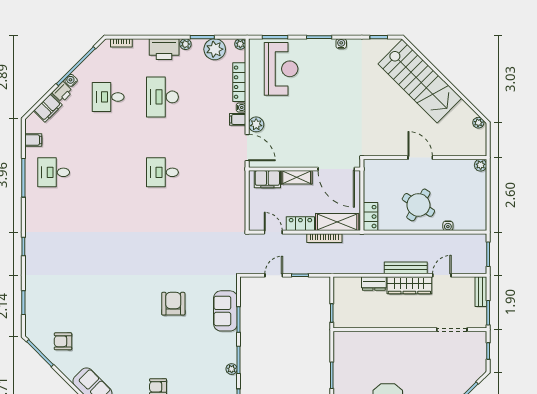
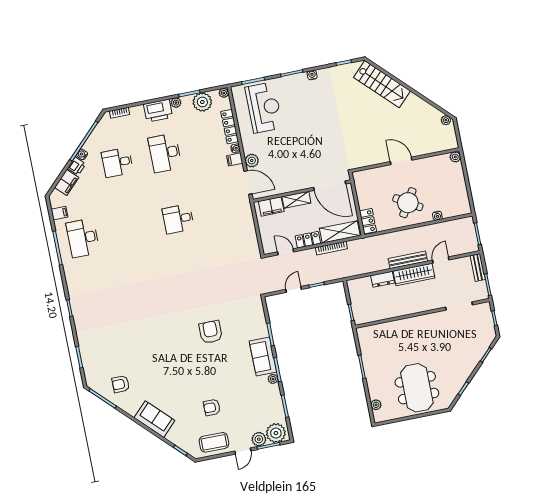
stairs: (420, 81) -> (382, 84), width x0.73, depth x0.66
desk: (54, 172) -> (83, 238), width x1.37
sofa: (225, 311) -> (263, 356), moved

